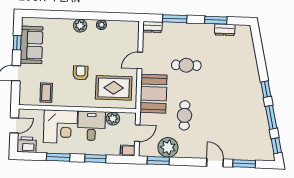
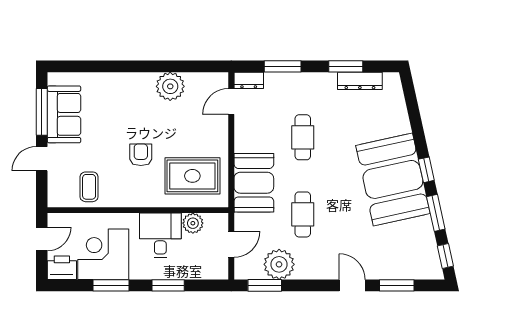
plant: (101, 25) -> (170, 86), width x1.88, depth x1.88
plant: (80, 26) -> (138, 82), removed
dresser: (225, 30) -> (360, 81), width x1.44
window: (17, 43) -> (42, 112), width x2.17
door: (140, 60) -> (231, 101), moved
cafe table: (186, 65) -> (303, 137), turned 90
booth: (244, 95) -> (393, 179), added
corner desk: (60, 127) -> (103, 254), moved, turned 180
filing cabinet: (128, 150) -> (217, 271), removed

